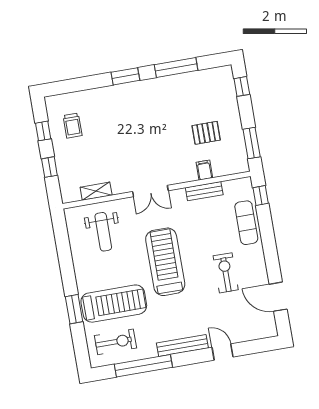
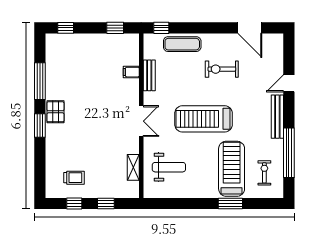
pallet: (206, 133) -> (55, 112), moved
window: (252, 143) -> (115, 28), width x0.67
door: (278, 297) -> (250, 28), hinge flipped
exercise bike: (116, 342) -> (264, 173), width x0.73, depth x0.72

